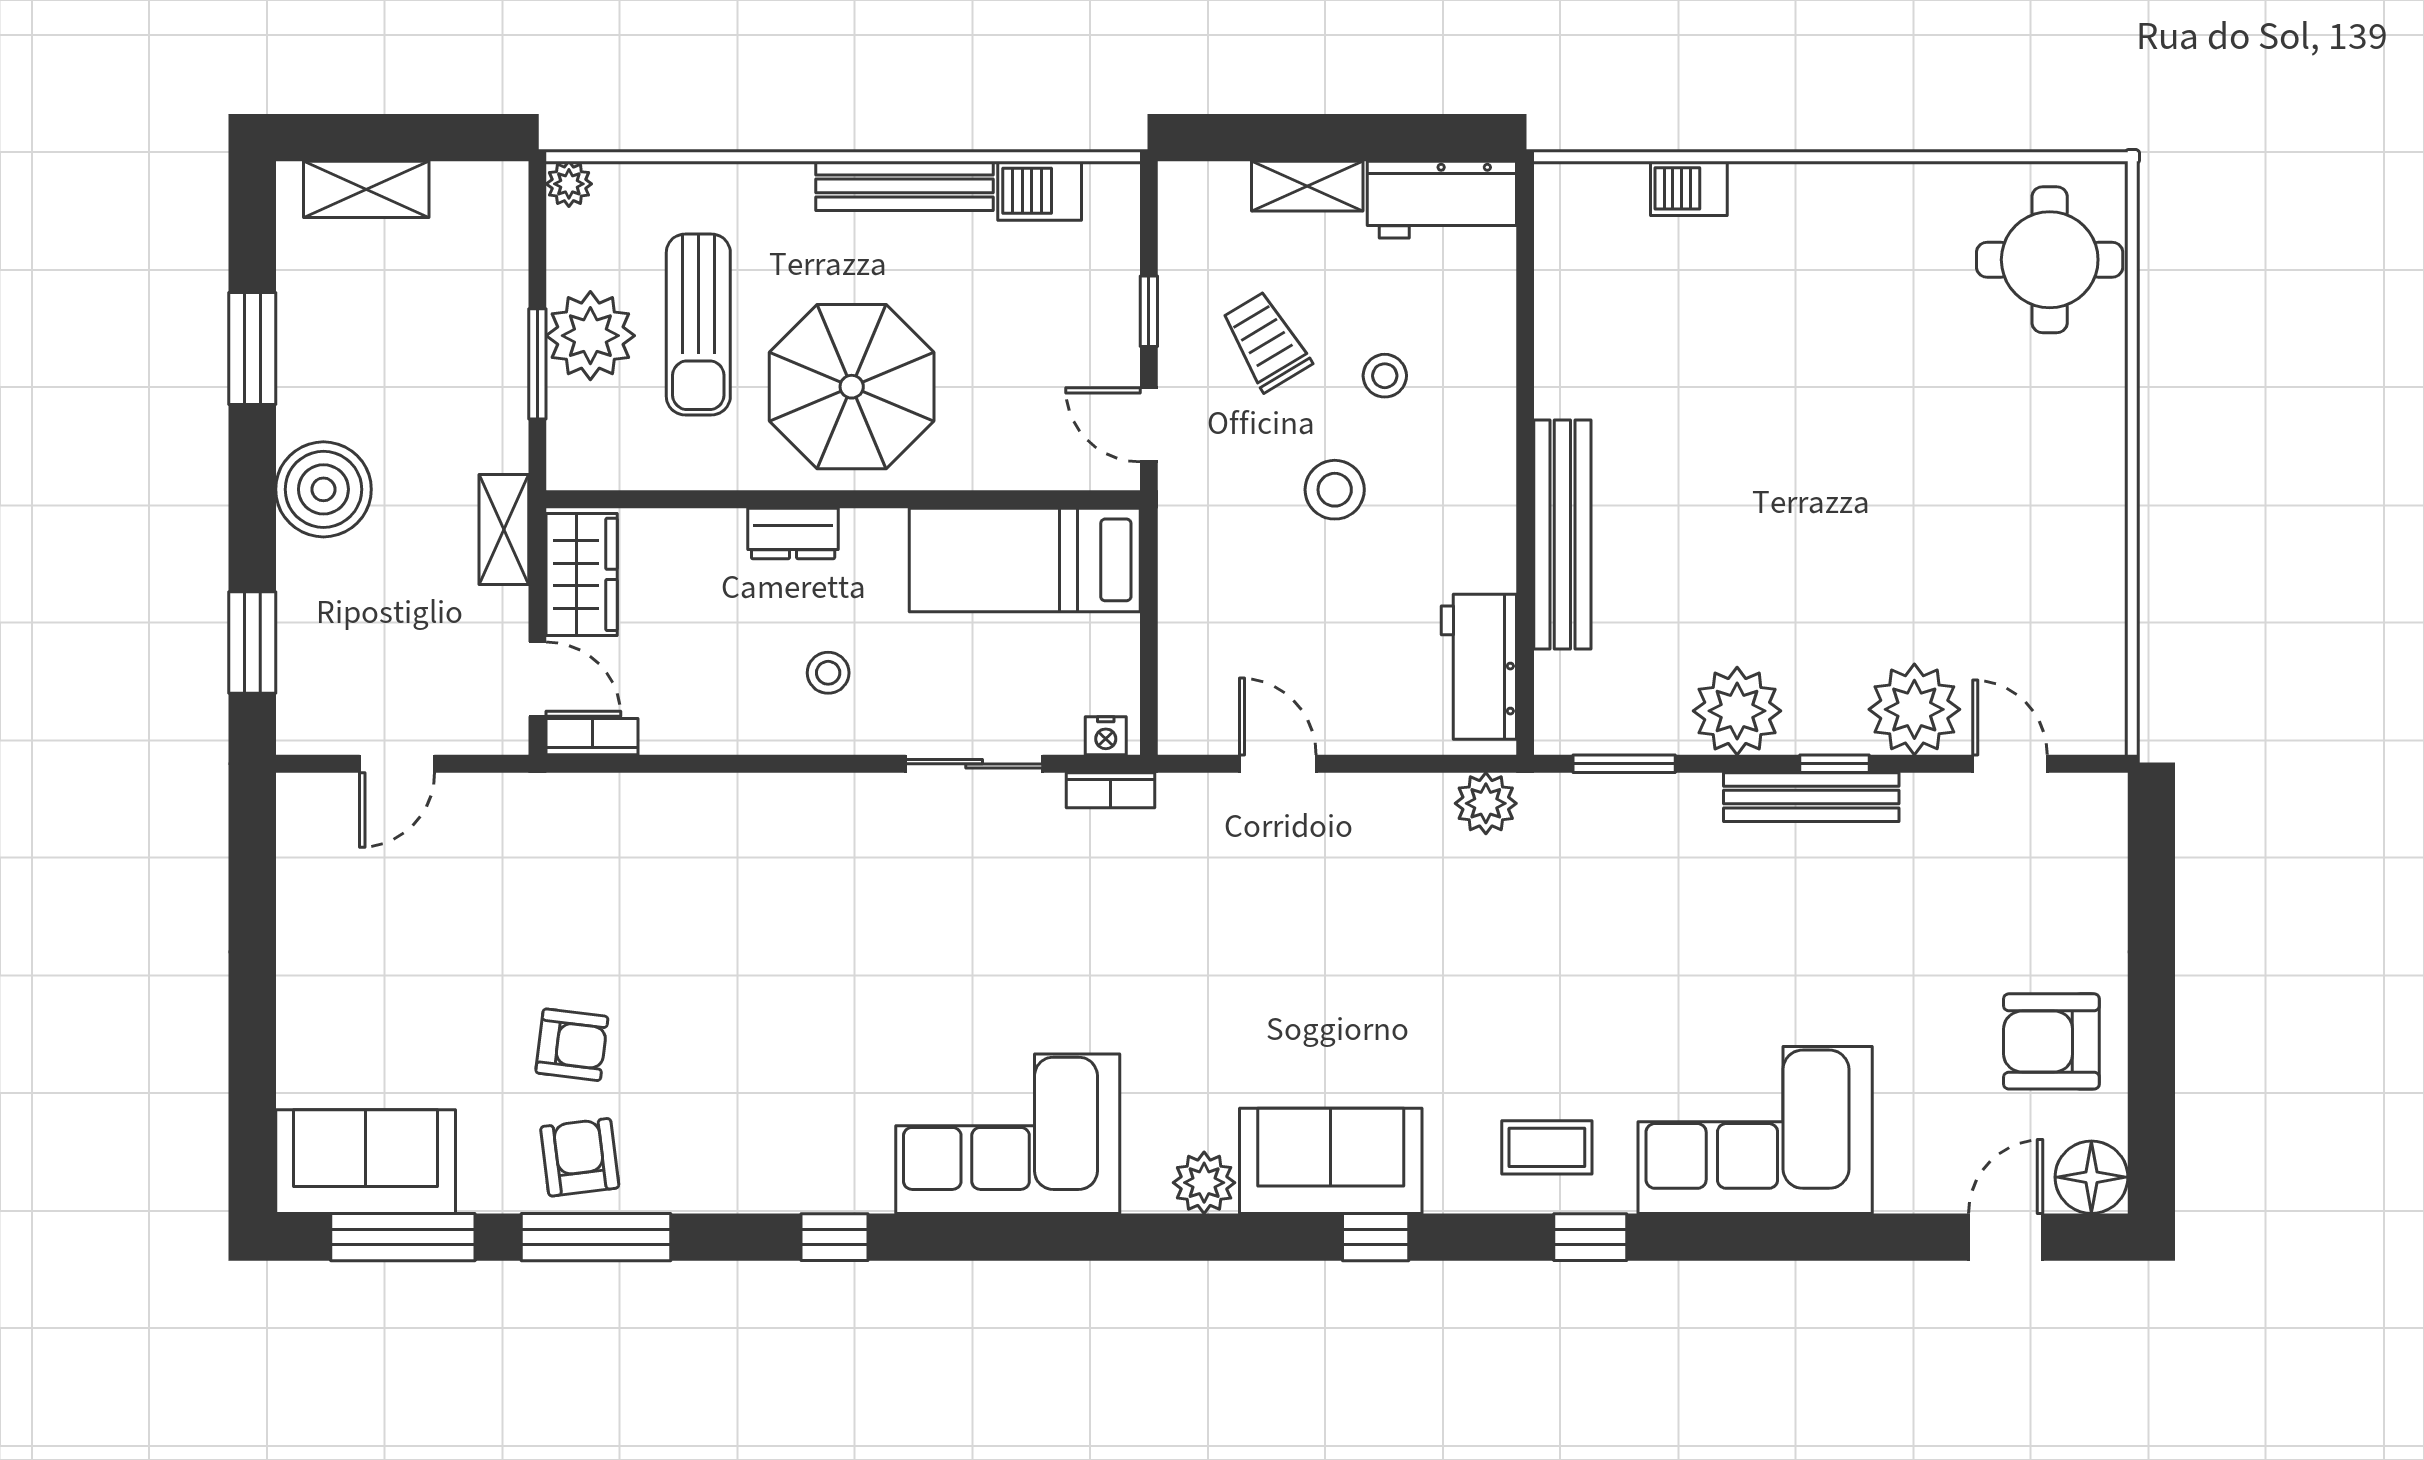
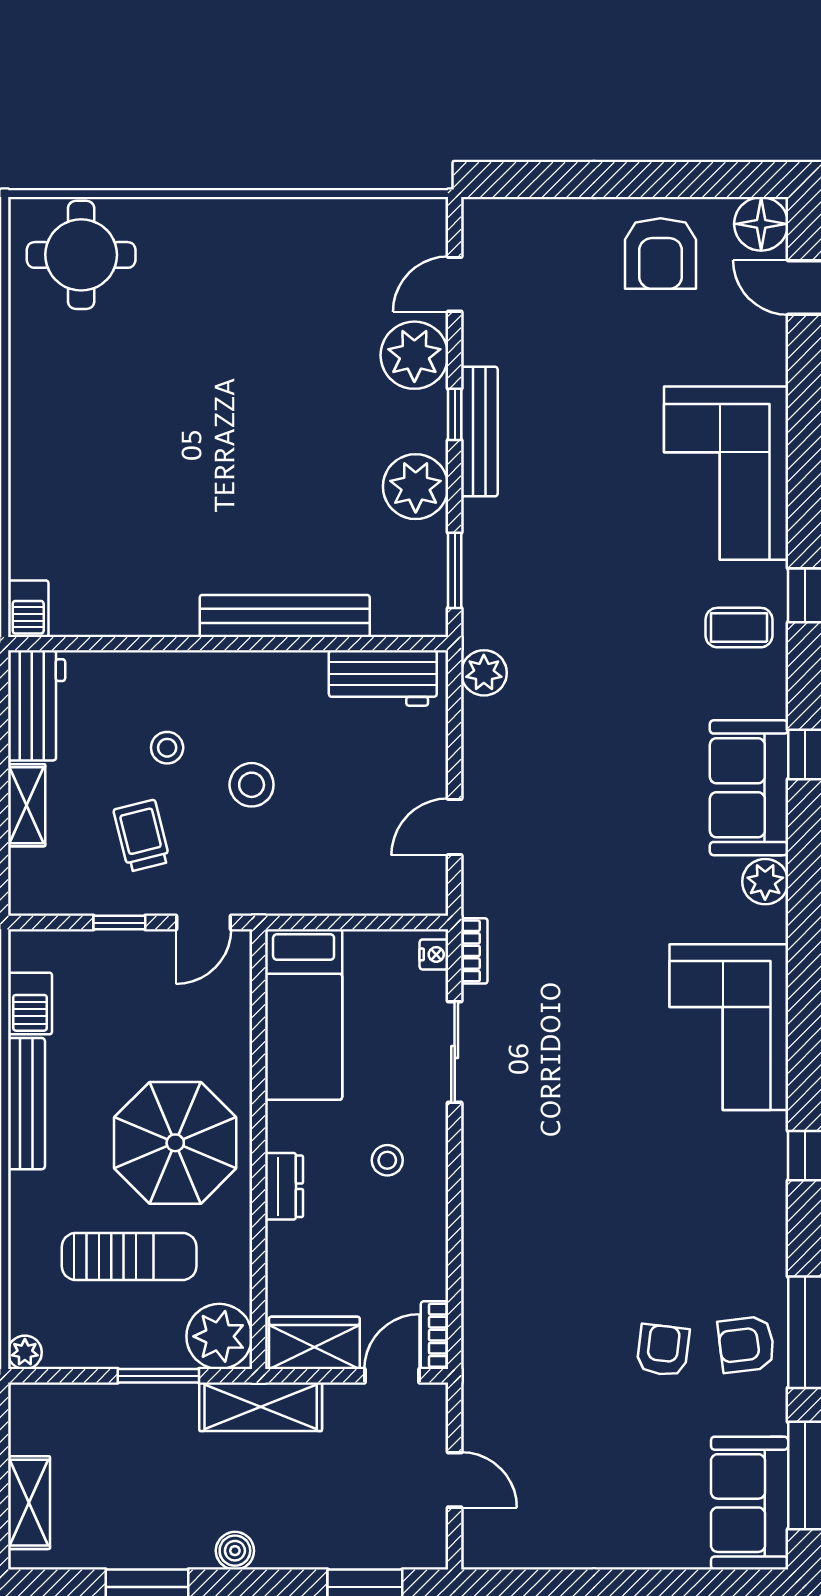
barbecue: (1689, 188) -> (28, 609), moved
plant: (590, 336) -> (219, 1336), moved
trolley: (1266, 341) -> (142, 836), turned 107
boiler: (323, 489) -> (235, 1551), width x0.54, depth x0.54
shelving: (504, 530) -> (261, 1407), width x1.50, depth x1.33
coffee table: (1547, 1147) -> (739, 628), turned 90

